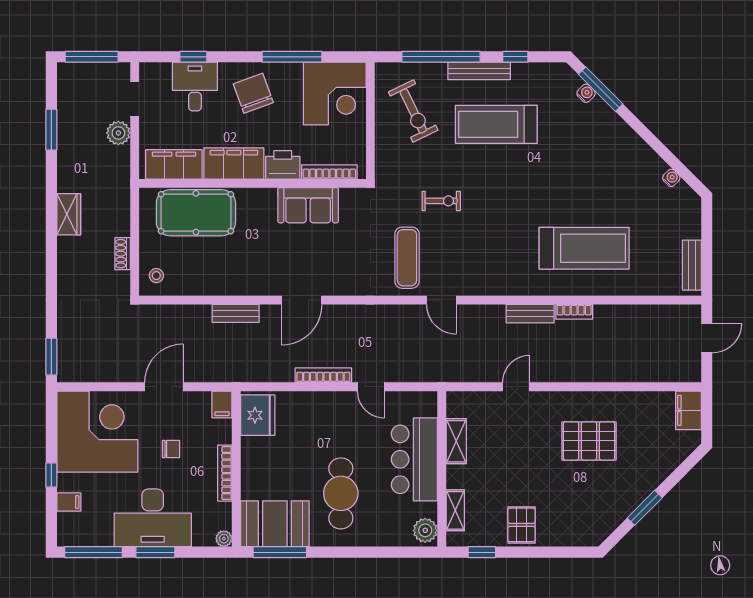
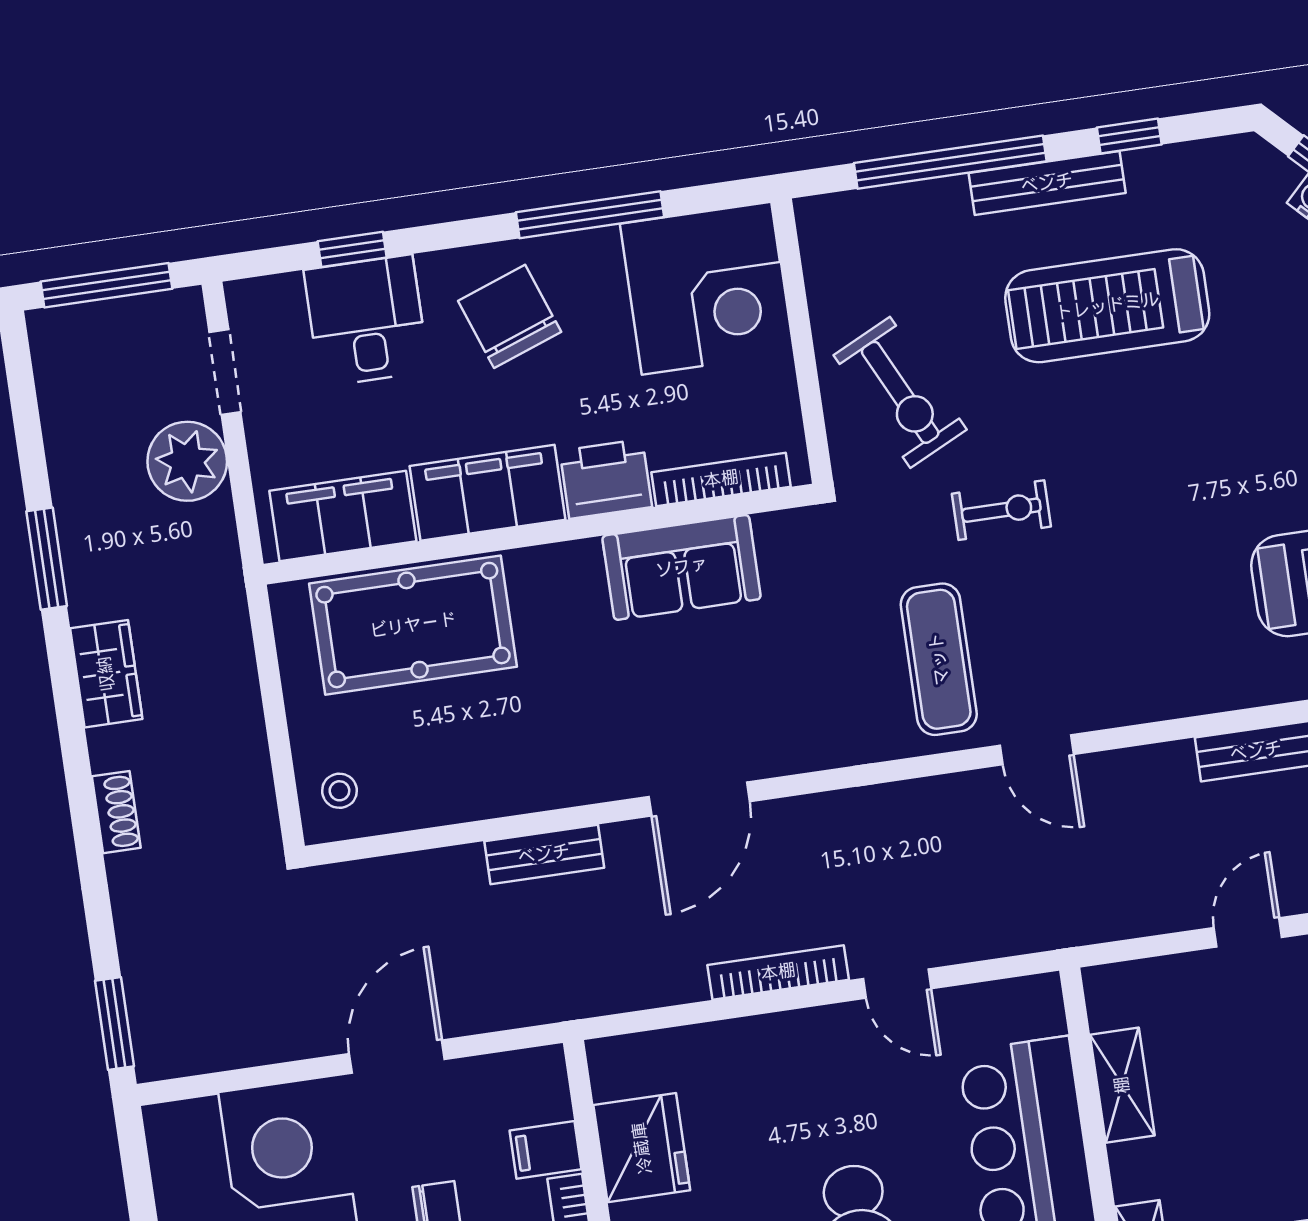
exercise bike: (413, 111) -> (900, 392), moved
window: (51, 130) -> (47, 559), moved
plant: (118, 133) -> (187, 461), width x1.36, depth x1.36
shoe rack: (123, 254) -> (116, 812), moved, turned 180
filing cabinet: (222, 404) -> (546, 1150), moved, turned 90
fridge: (258, 415) -> (642, 1148), moved

